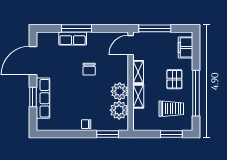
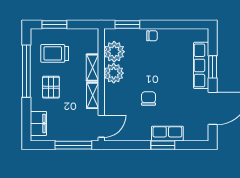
window: (77, 28) -> (163, 145), width x0.69

